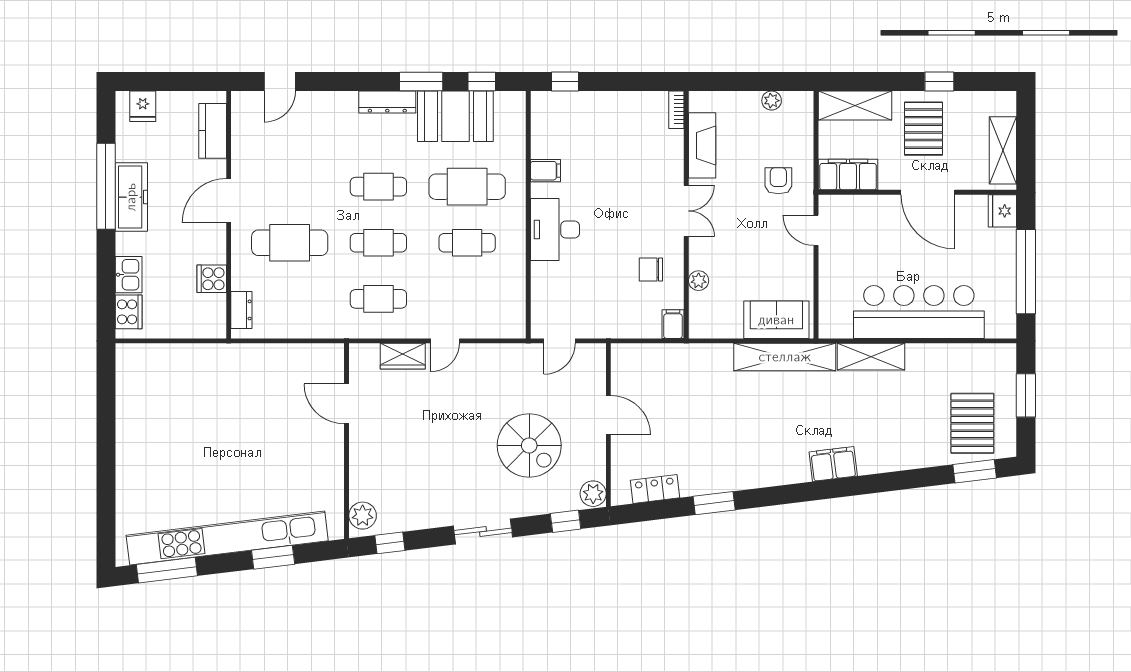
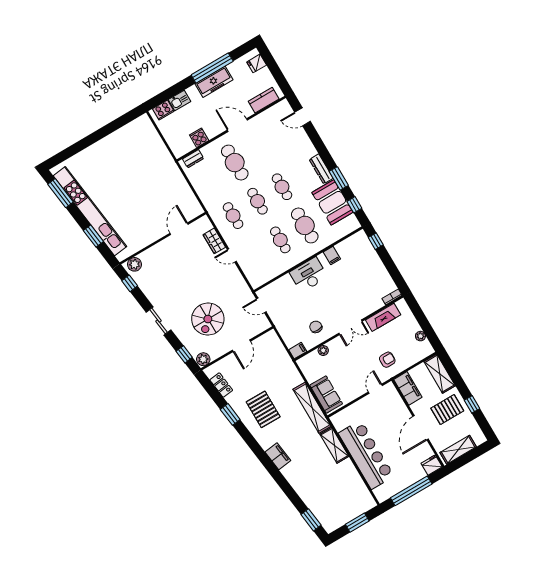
pallet: (972, 423) -> (263, 409), moved, turned 90

